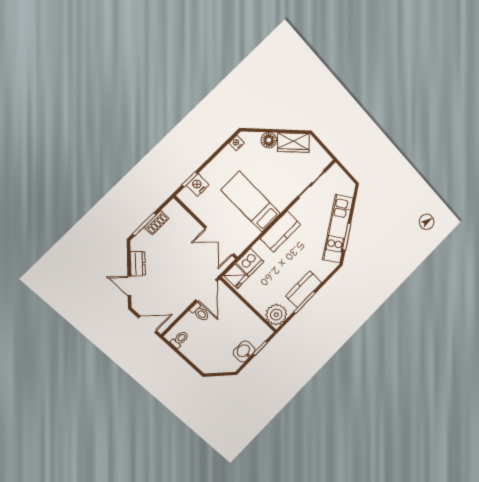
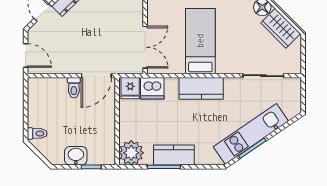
double door: (219, 241) -> (145, 47), swing flipped
toilet: (180, 339) -> (37, 133), moved

